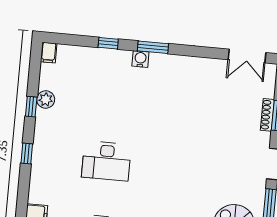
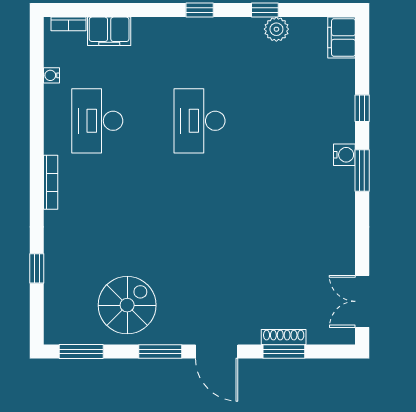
filing cabinet: (49, 53) -> (342, 38), width x2.00

